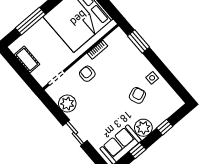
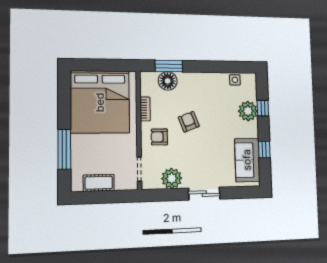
floor lamp: (128, 49) -> (168, 81), added
side table: (152, 78) -> (235, 80), moved
armchair: (137, 95) -> (189, 122), moved
plant: (143, 128) -> (248, 111), moved

